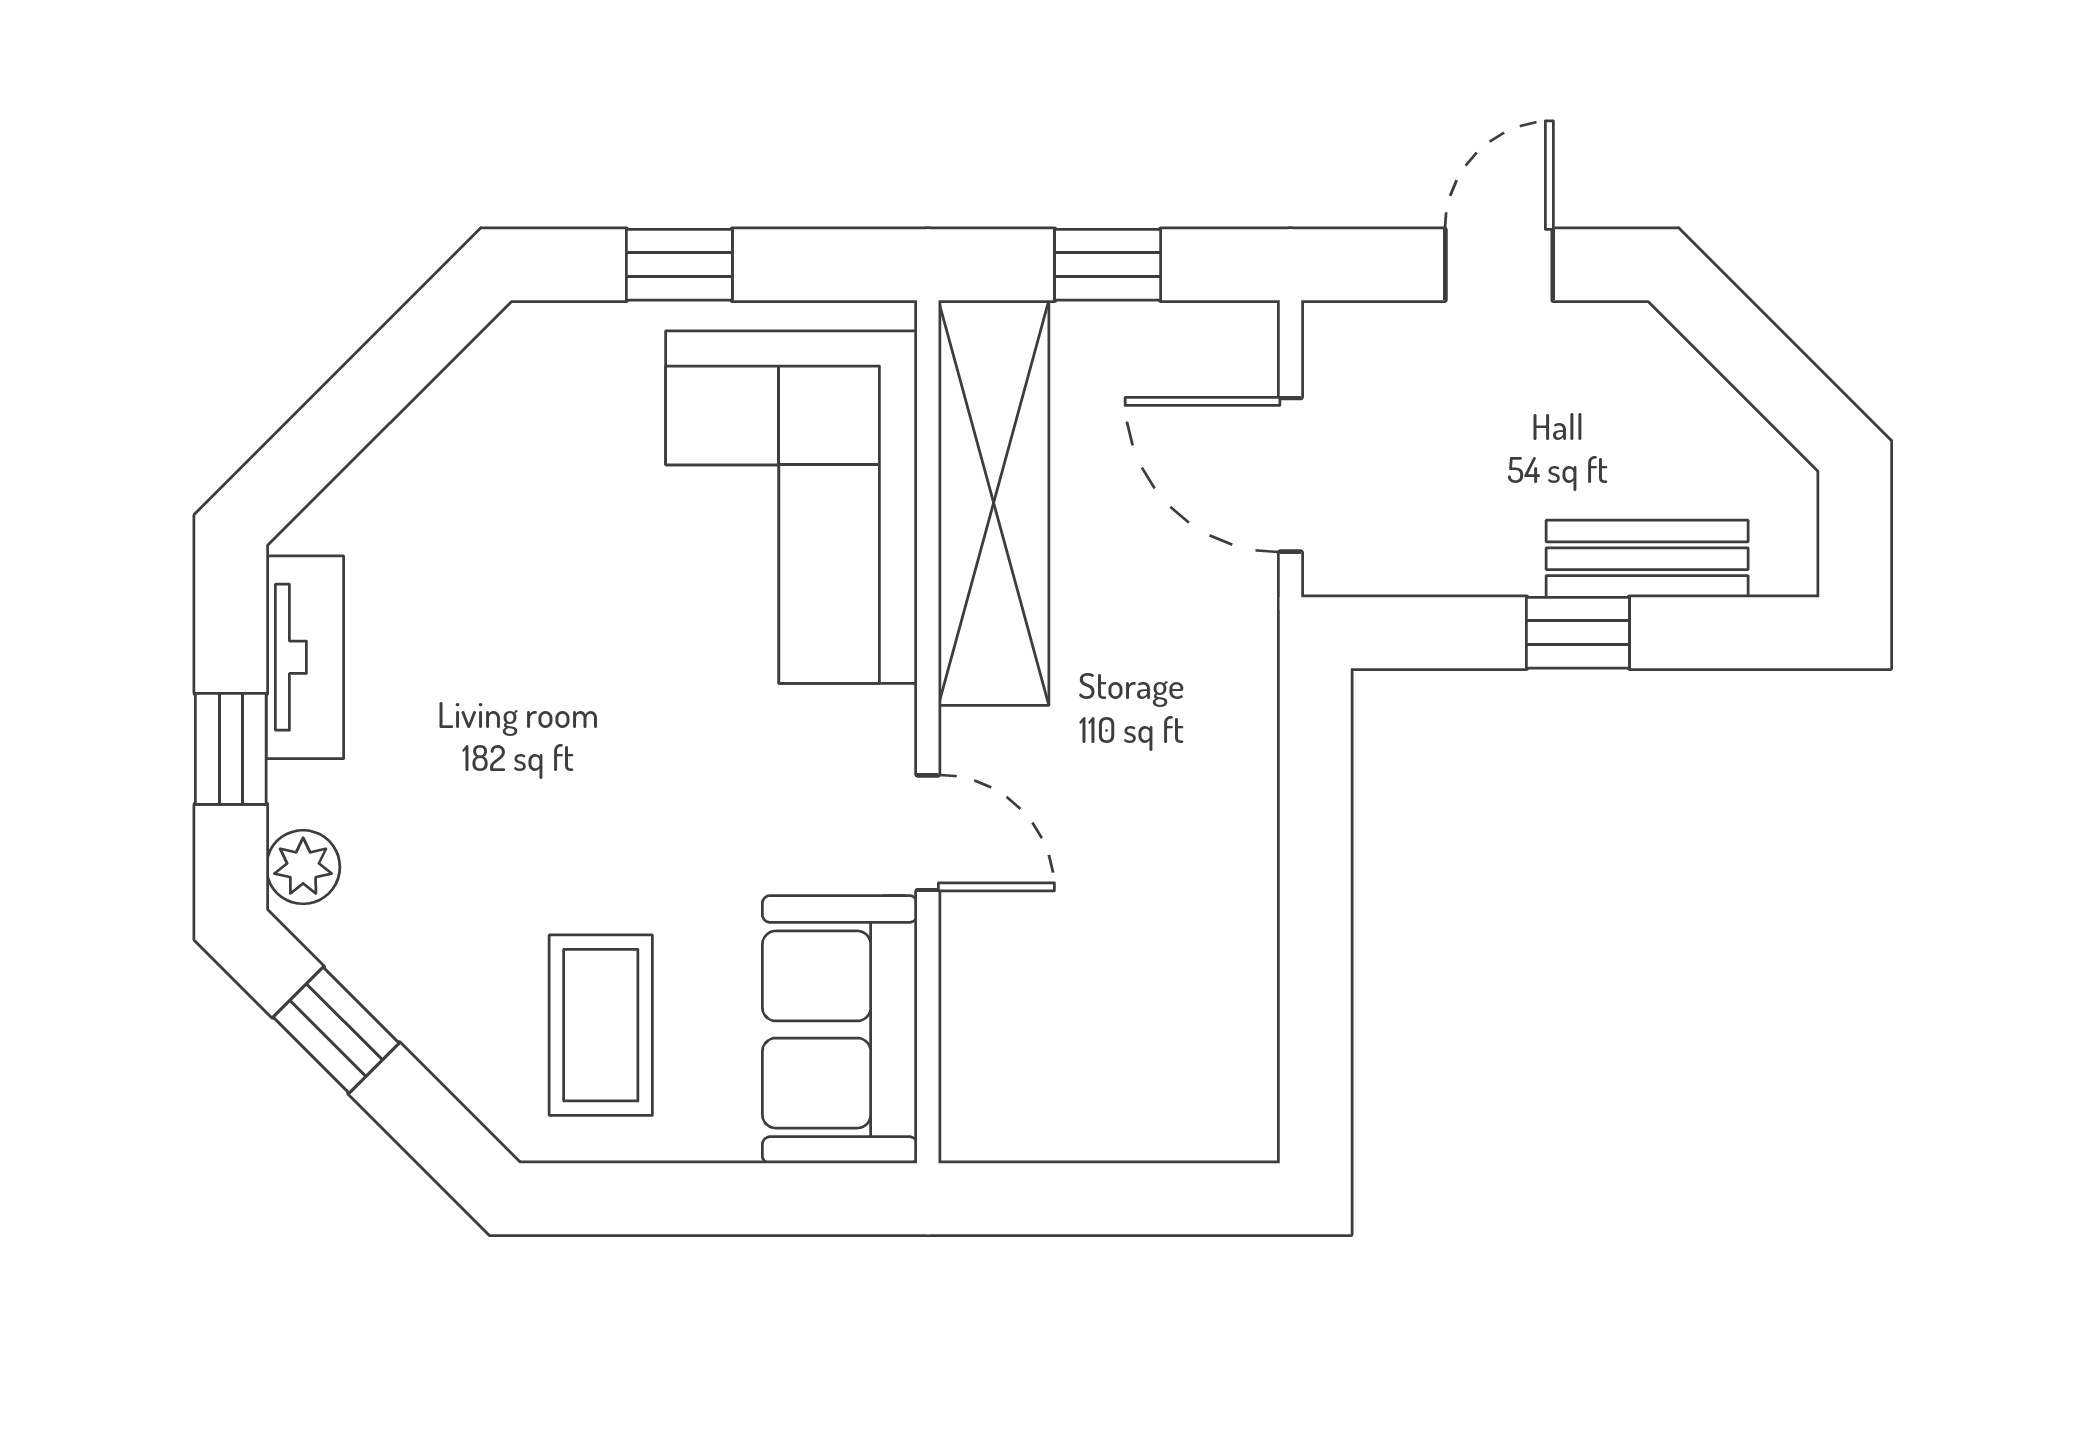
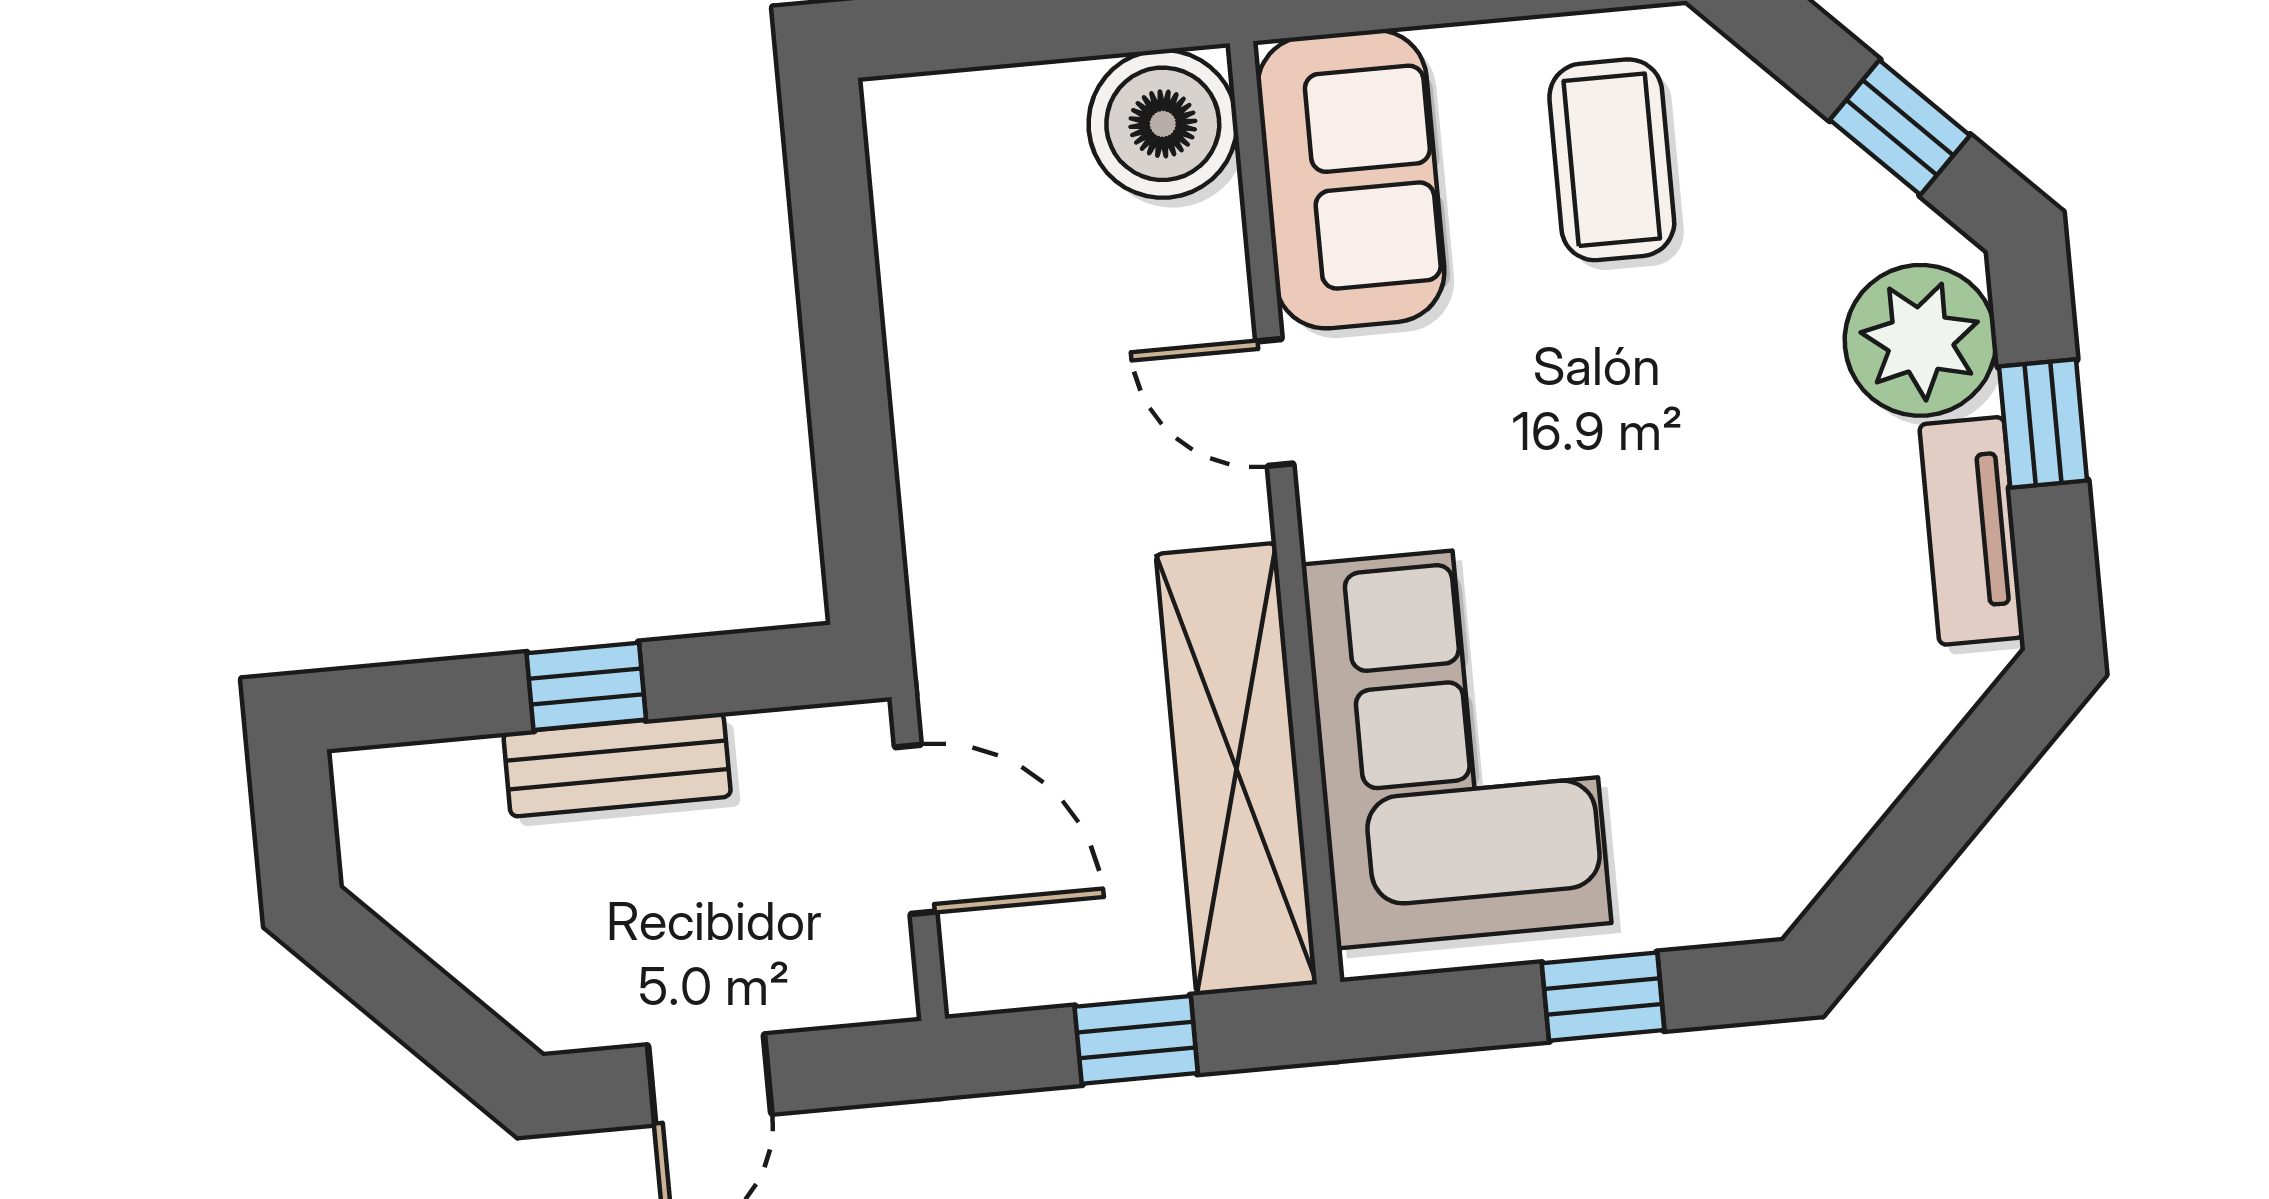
bench: (1647, 559) -> (617, 765), moved
plant: (303, 867) -> (1920, 340), width x1.87, depth x1.87
boiler: (1006, 1096) -> (1163, 124), added

